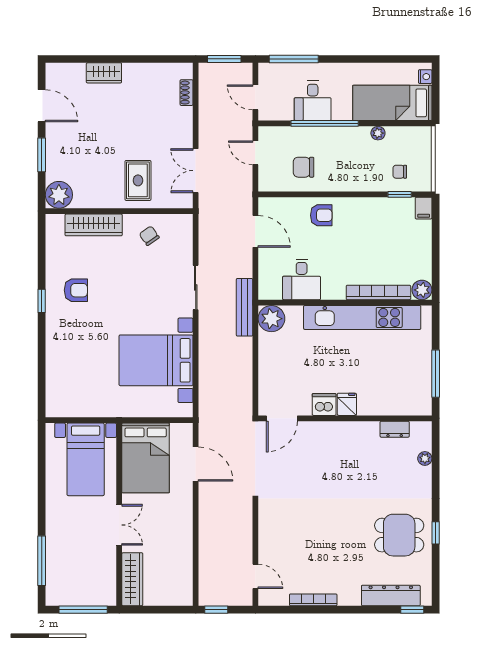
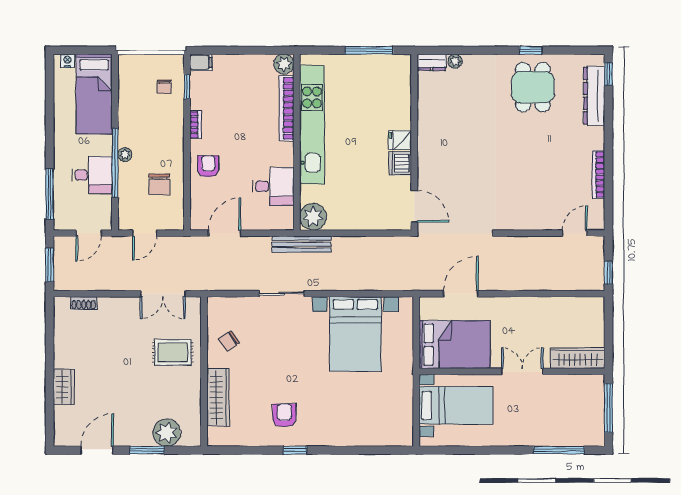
plant: (378, 133) -> (125, 155), moved
plant: (59, 195) -> (167, 433), moved
bookcase: (362, 203) -> (195, 125), added
dresser: (395, 429) -> (432, 62), moved, turned 90

